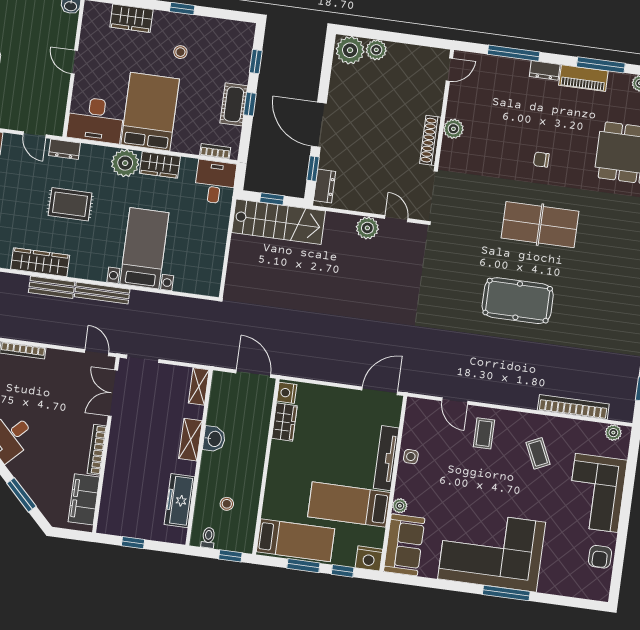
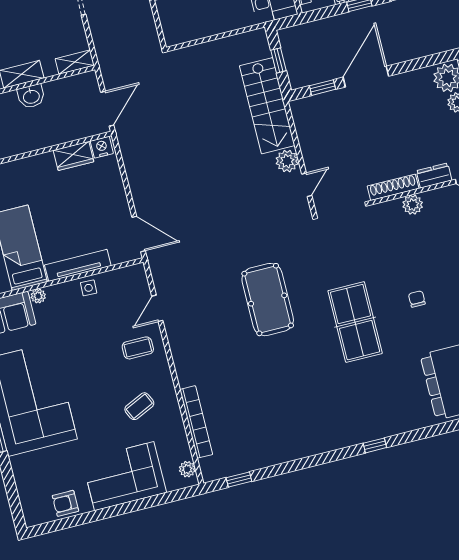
dresser: (325, 186) -> (434, 175), moved, turned 180
stairs: (278, 222) -> (267, 106), moved
pool table: (518, 301) -> (268, 300), moved

